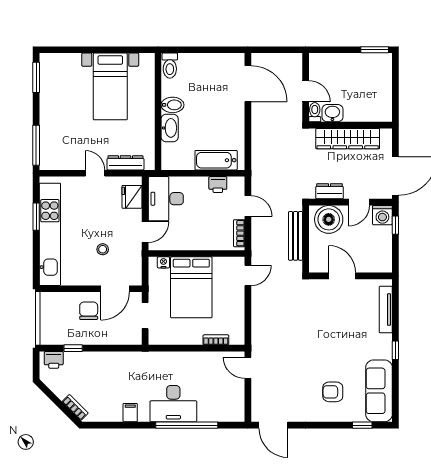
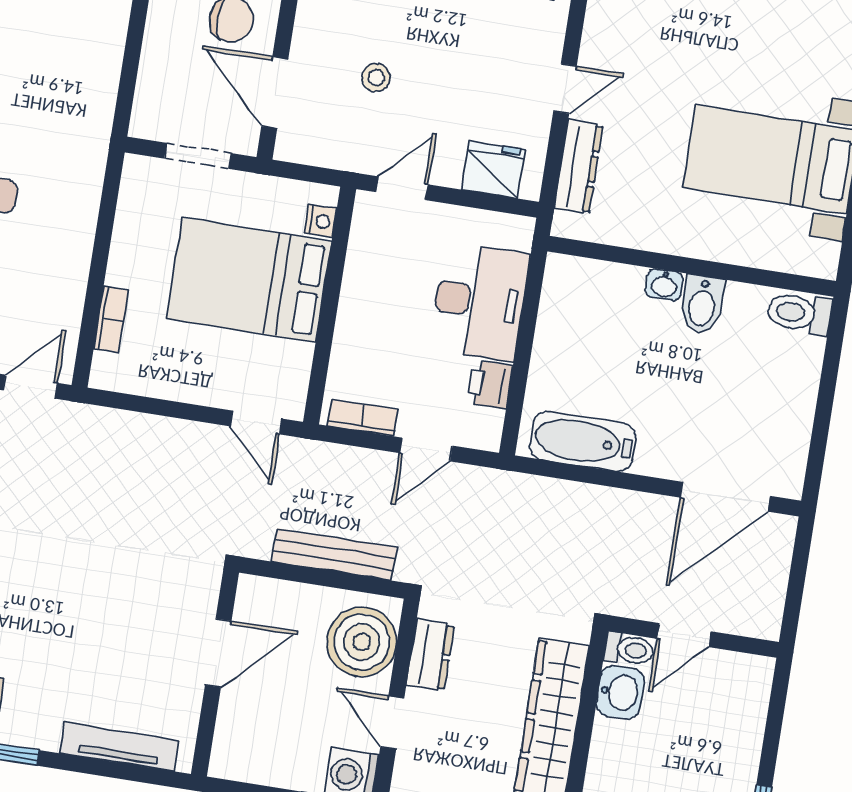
washbasin: (170, 128) -> (664, 285), width x0.52, depth x0.69
bathtub: (216, 160) -> (583, 441), moved, turned -90
desk: (166, 199) -> (479, 302), moved, turned 90
door: (145, 232) -> (402, 188), swing flipped

